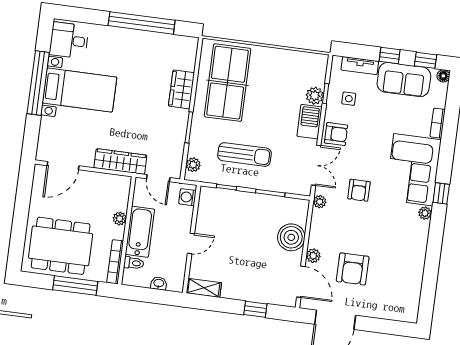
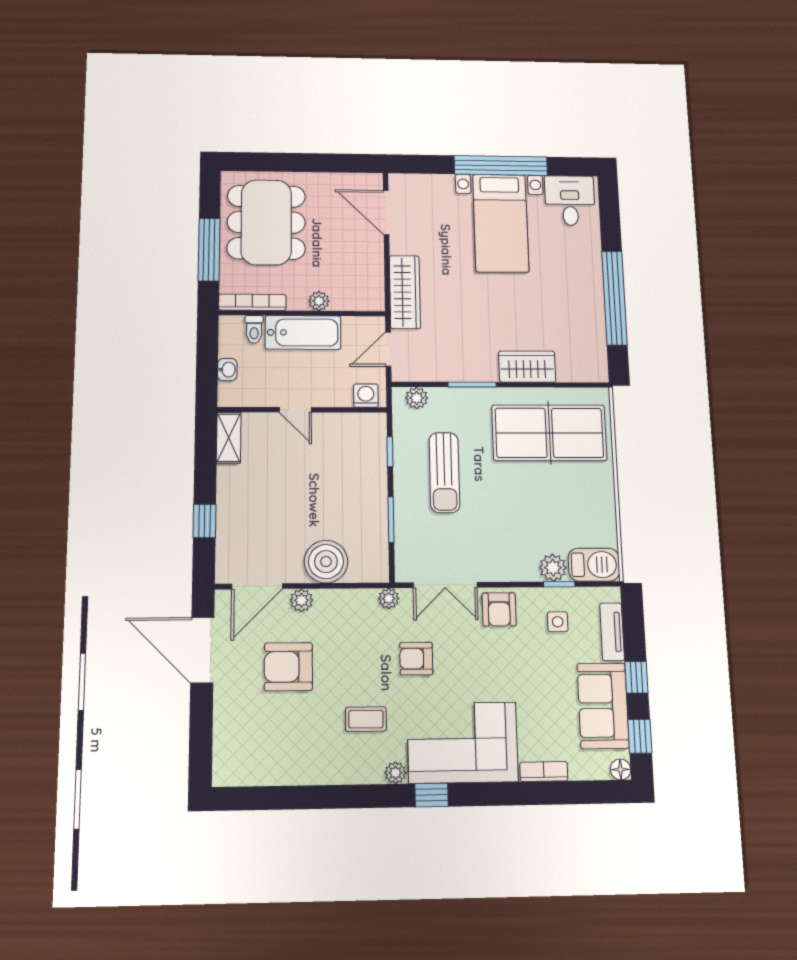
barbecue: (309, 122) -> (594, 565), moved
coffee table: (391, 226) -> (366, 719), added

